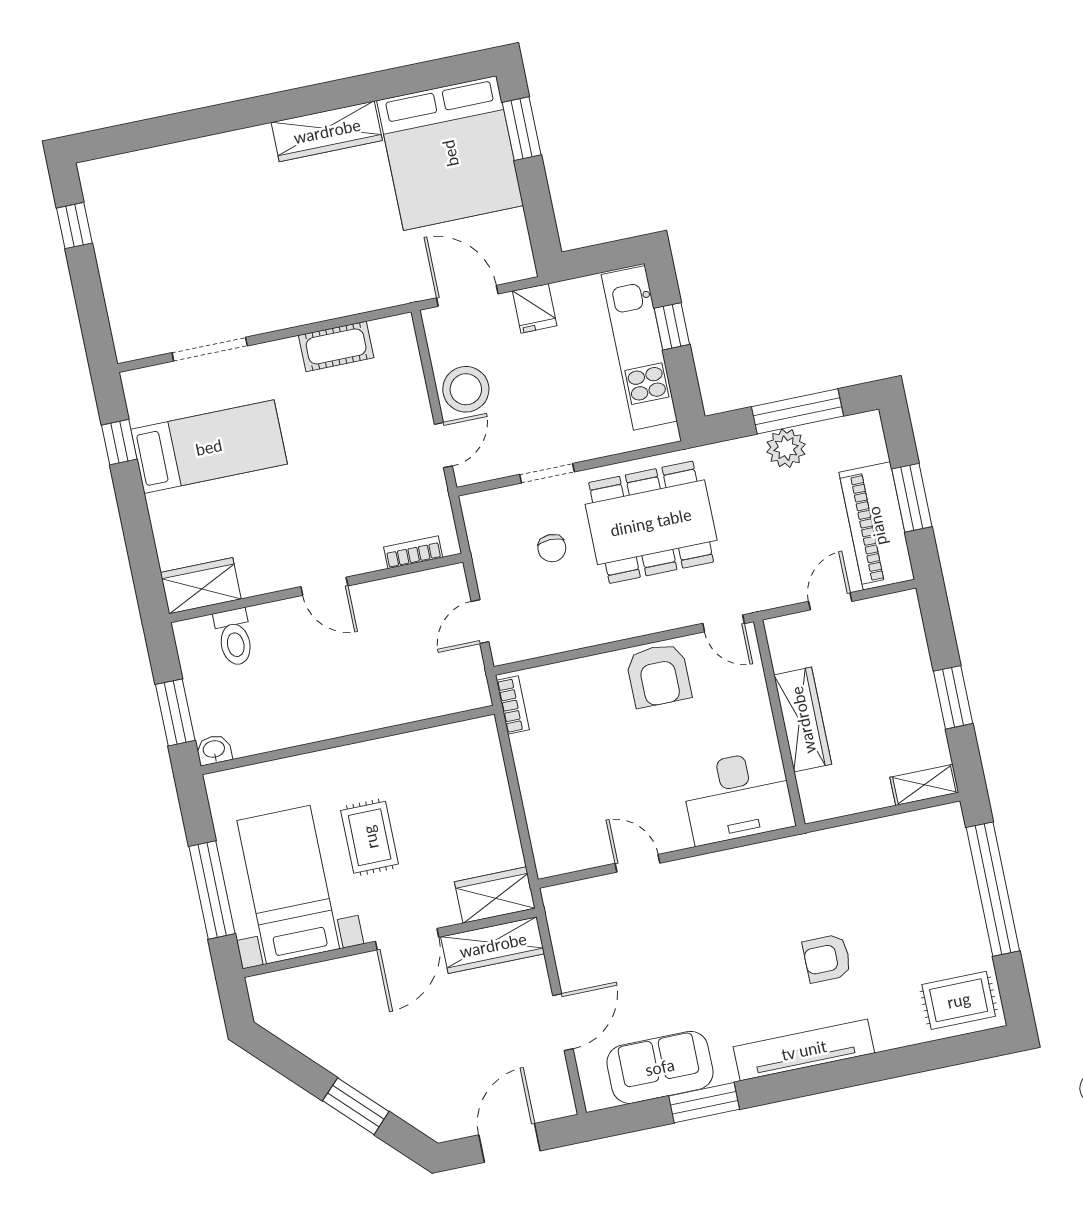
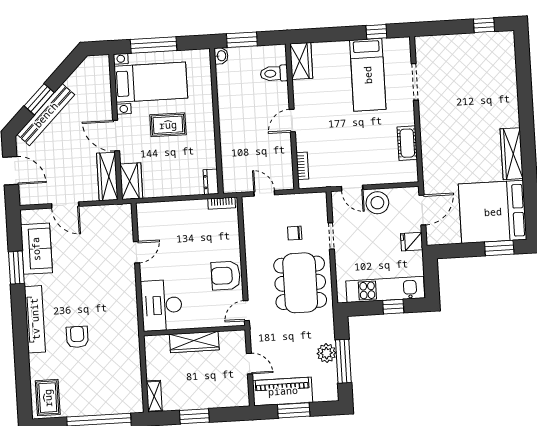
dresser: (473, 733) -> (211, 182), added
bench: (385, 1088) -> (46, 115), added

